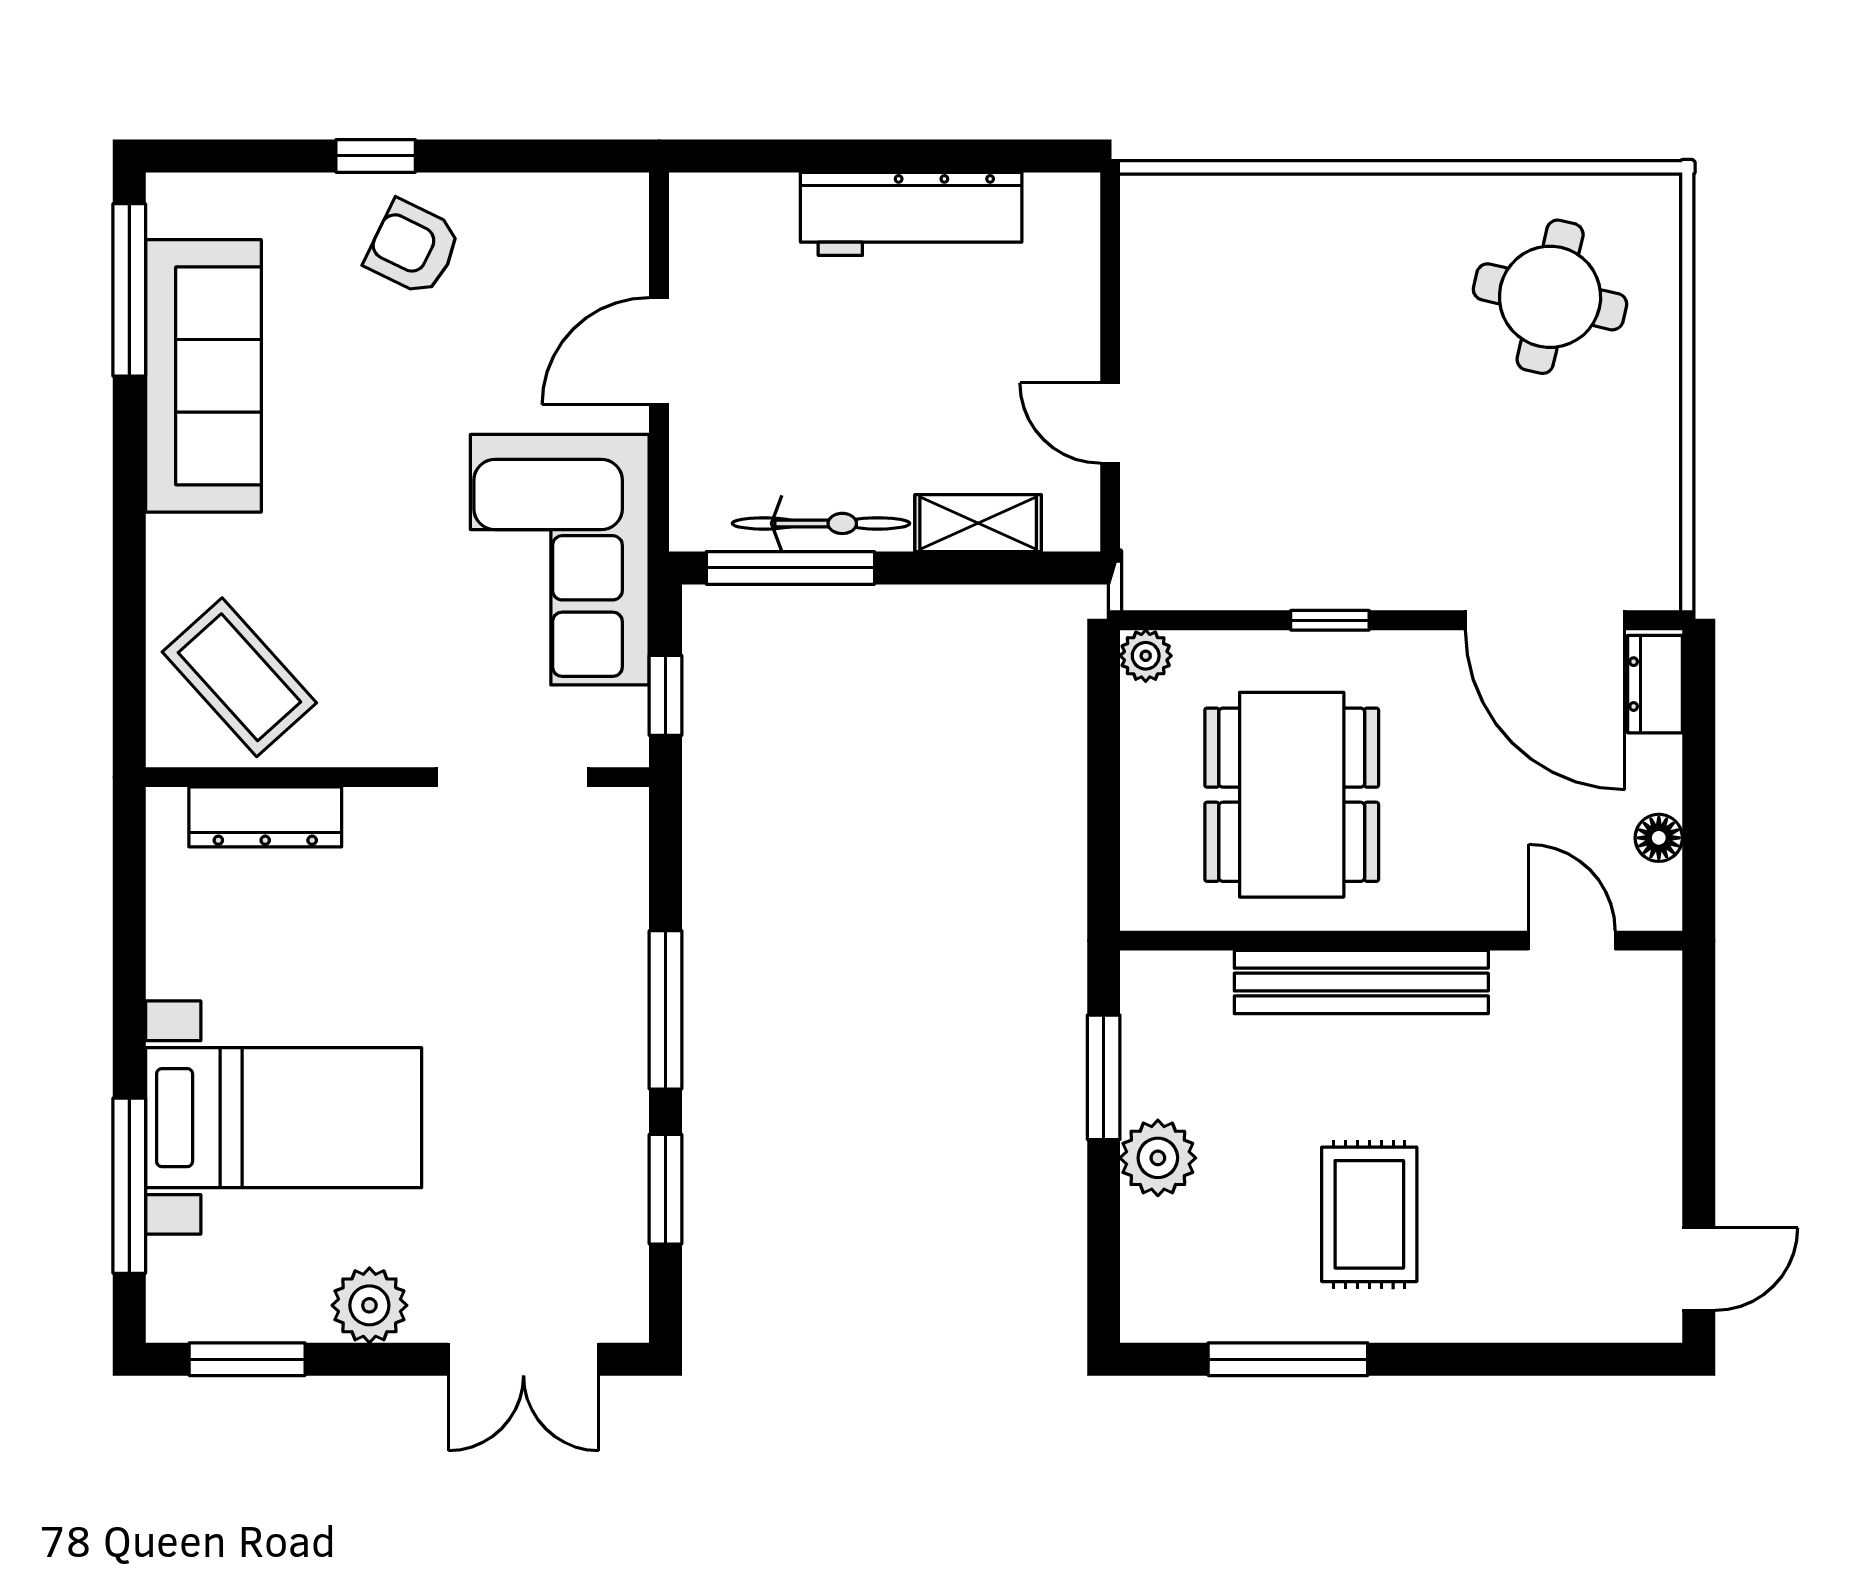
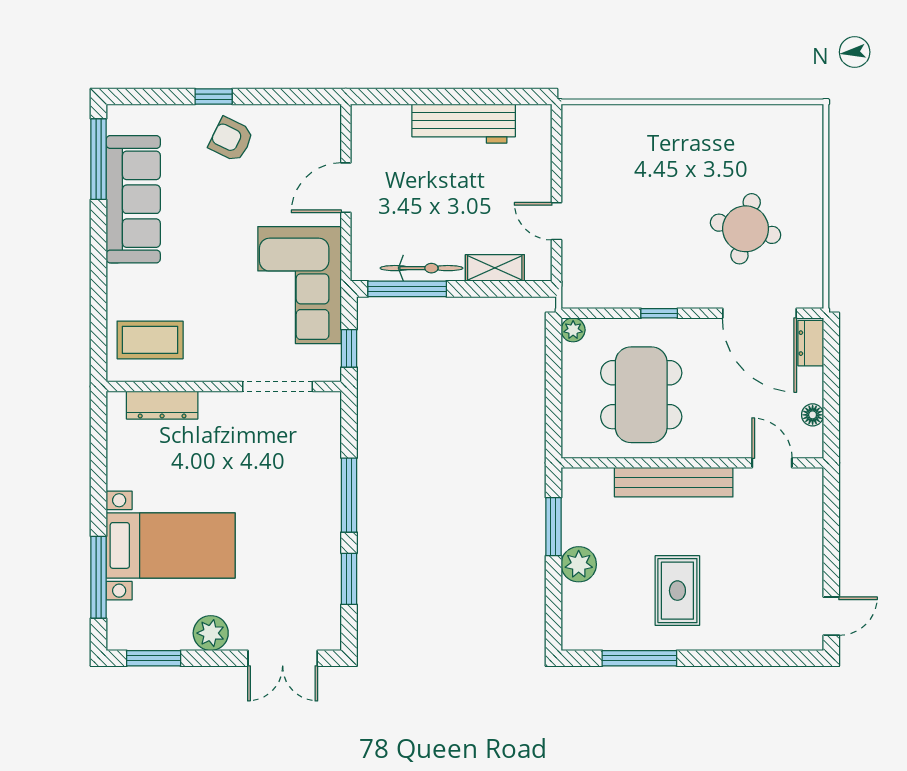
round table: (1550, 297) -> (746, 229), moved
coffee table: (239, 677) -> (150, 340), turned -48

